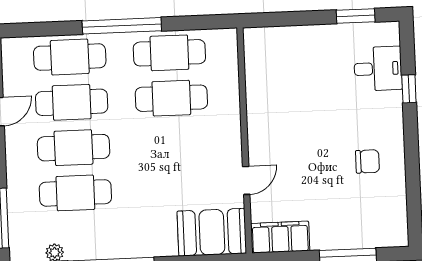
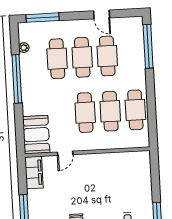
window: (122, 26) -> (148, 46), moved
cafe table: (70, 57) -> (85, 113), moved
door: (246, 180) -> (65, 153), hinge flipped

